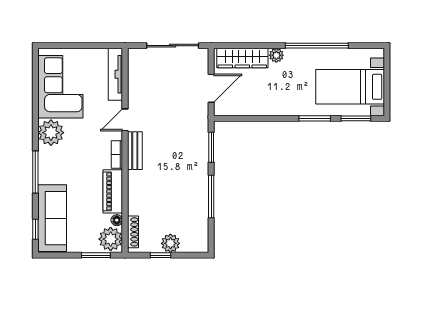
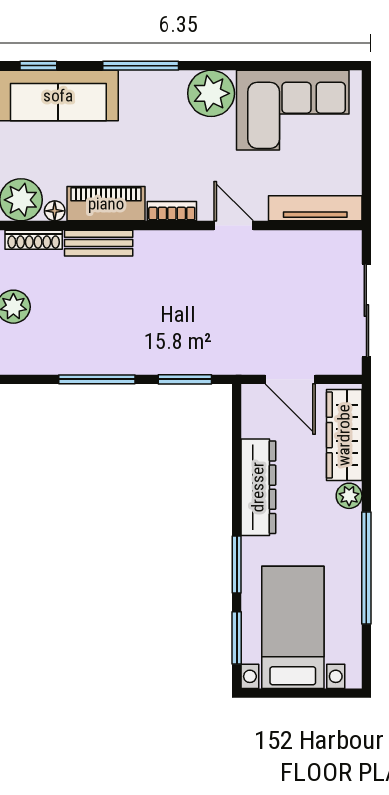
dresser: (272, 106) -> (258, 487), added
bench: (135, 151) -> (99, 243), moved

